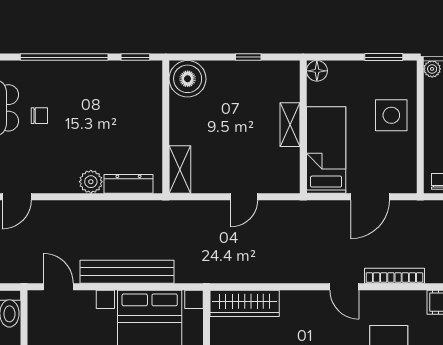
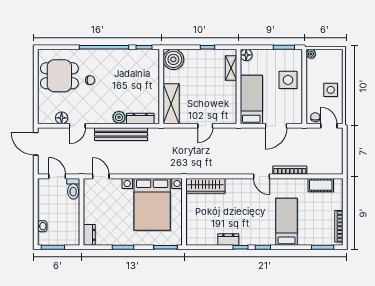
shelving: (290, 125) -> (231, 68), moved
shelving: (180, 169) -> (171, 104), width x1.50, depth x1.33
bench: (127, 272) -> (121, 134), moved

